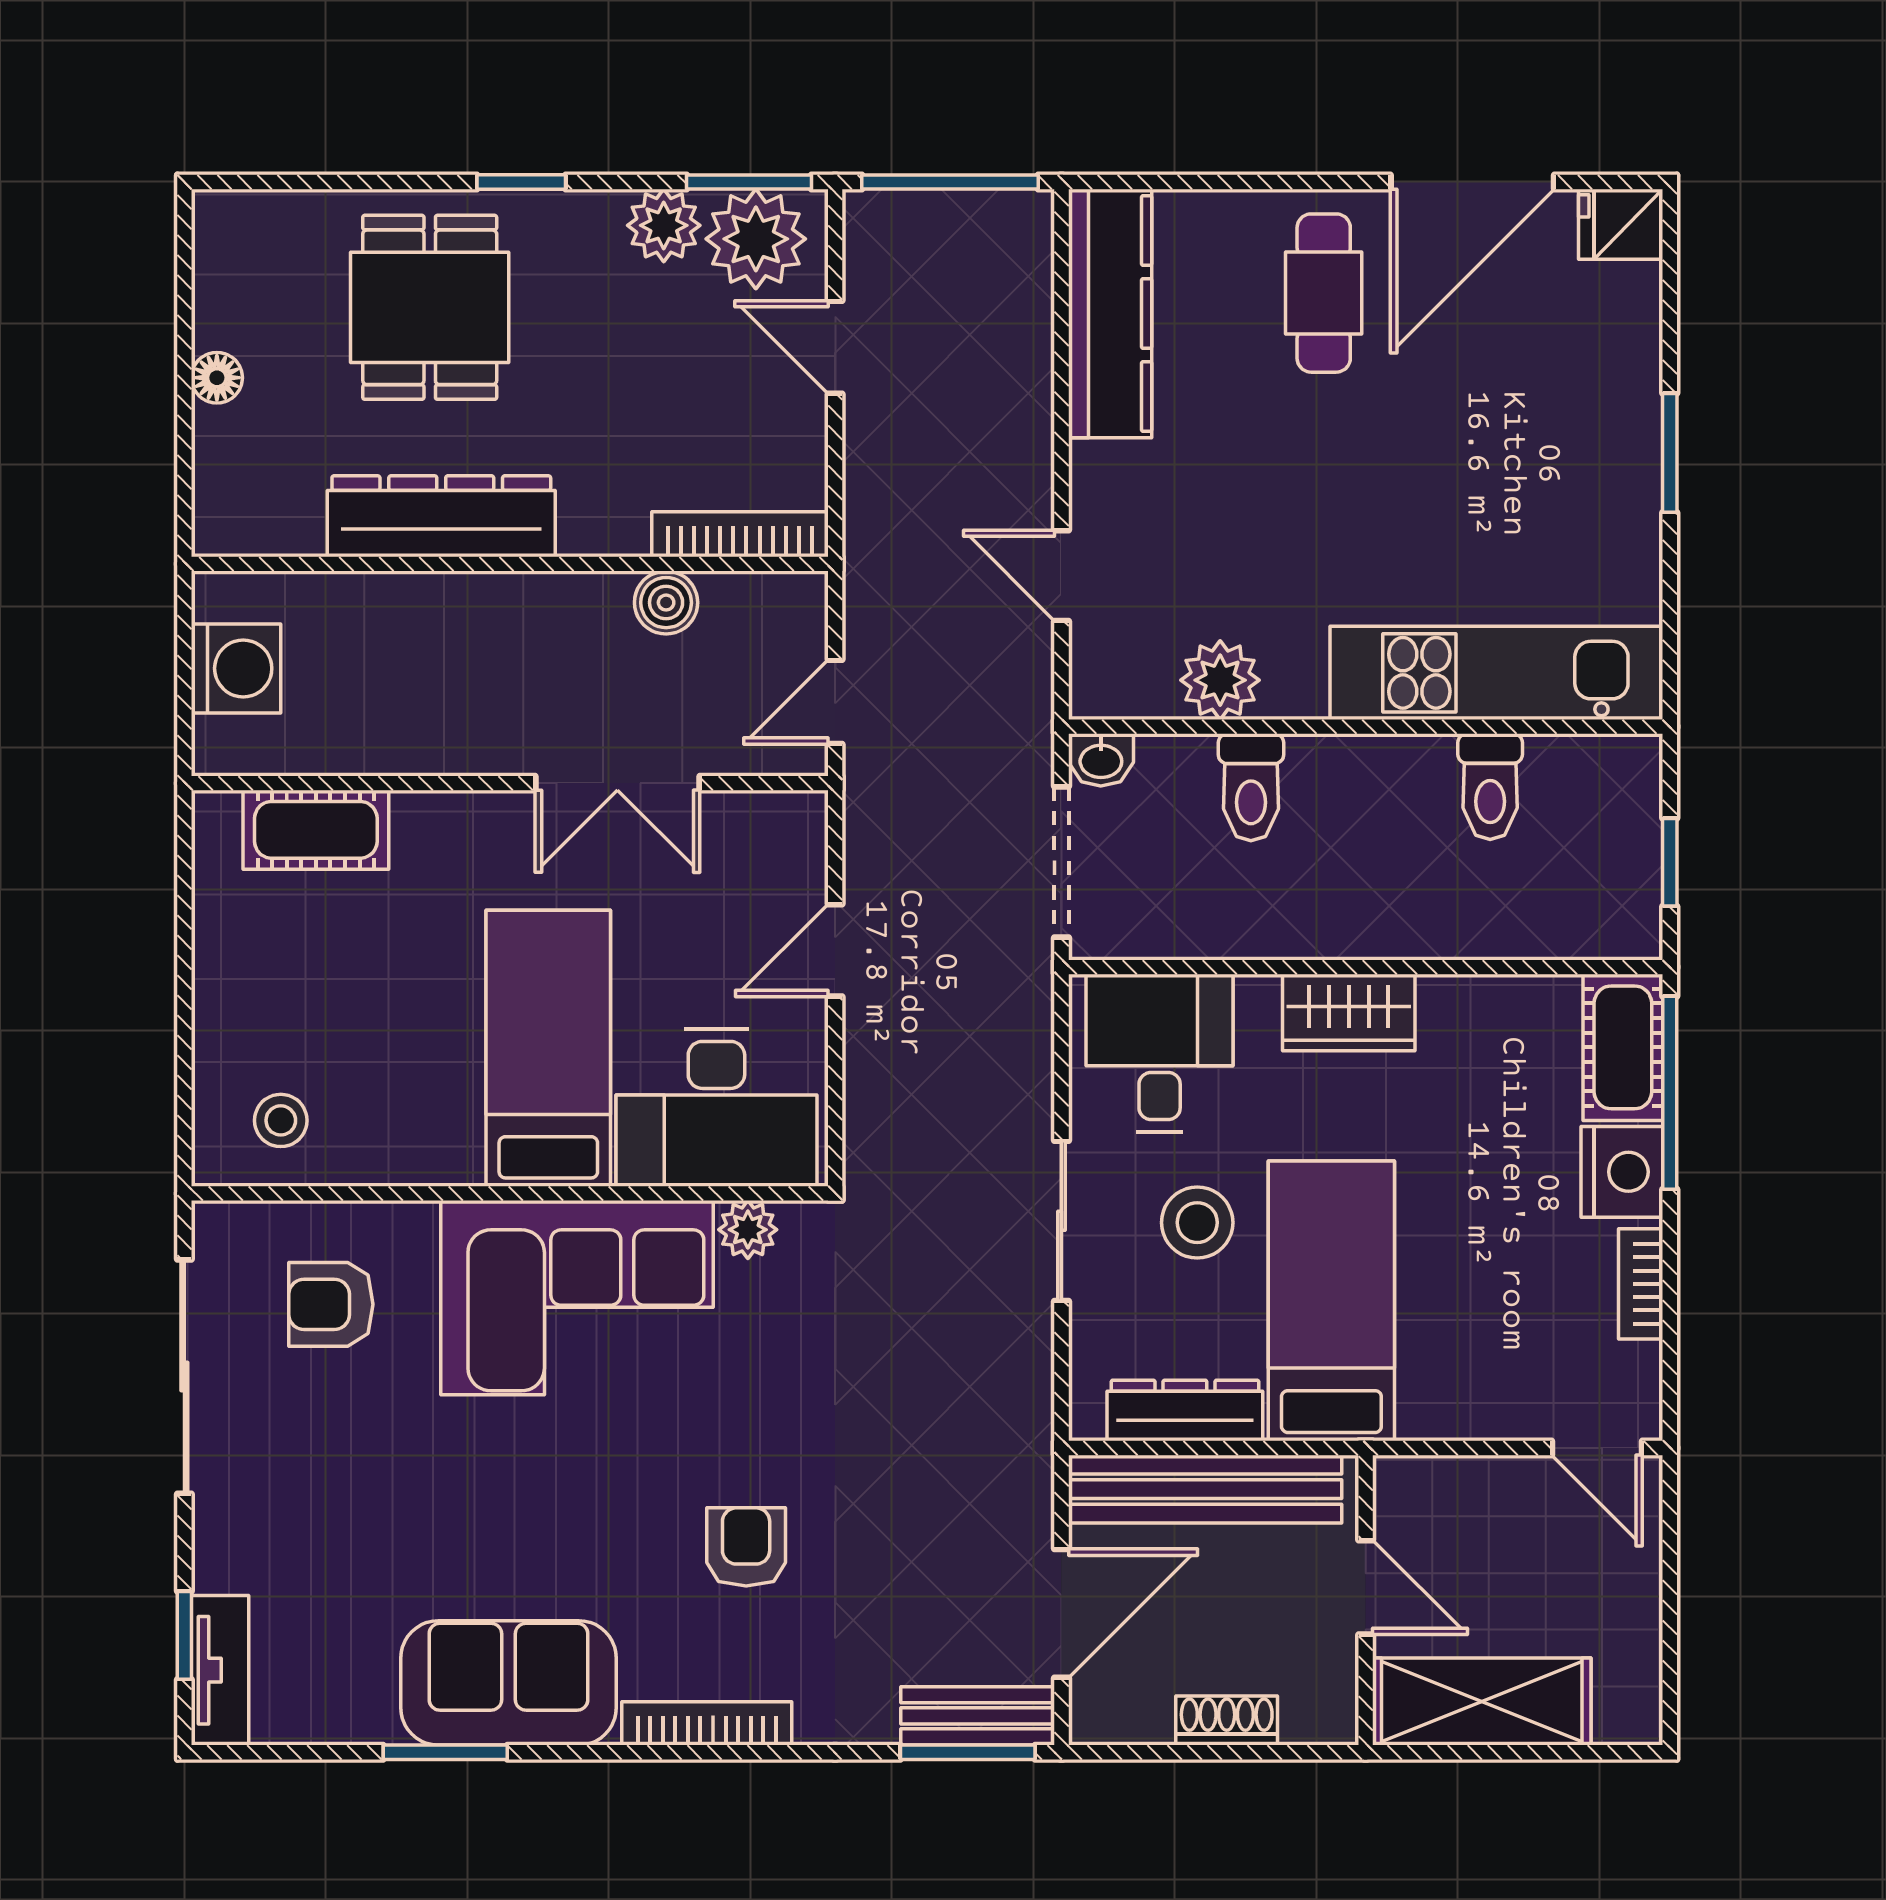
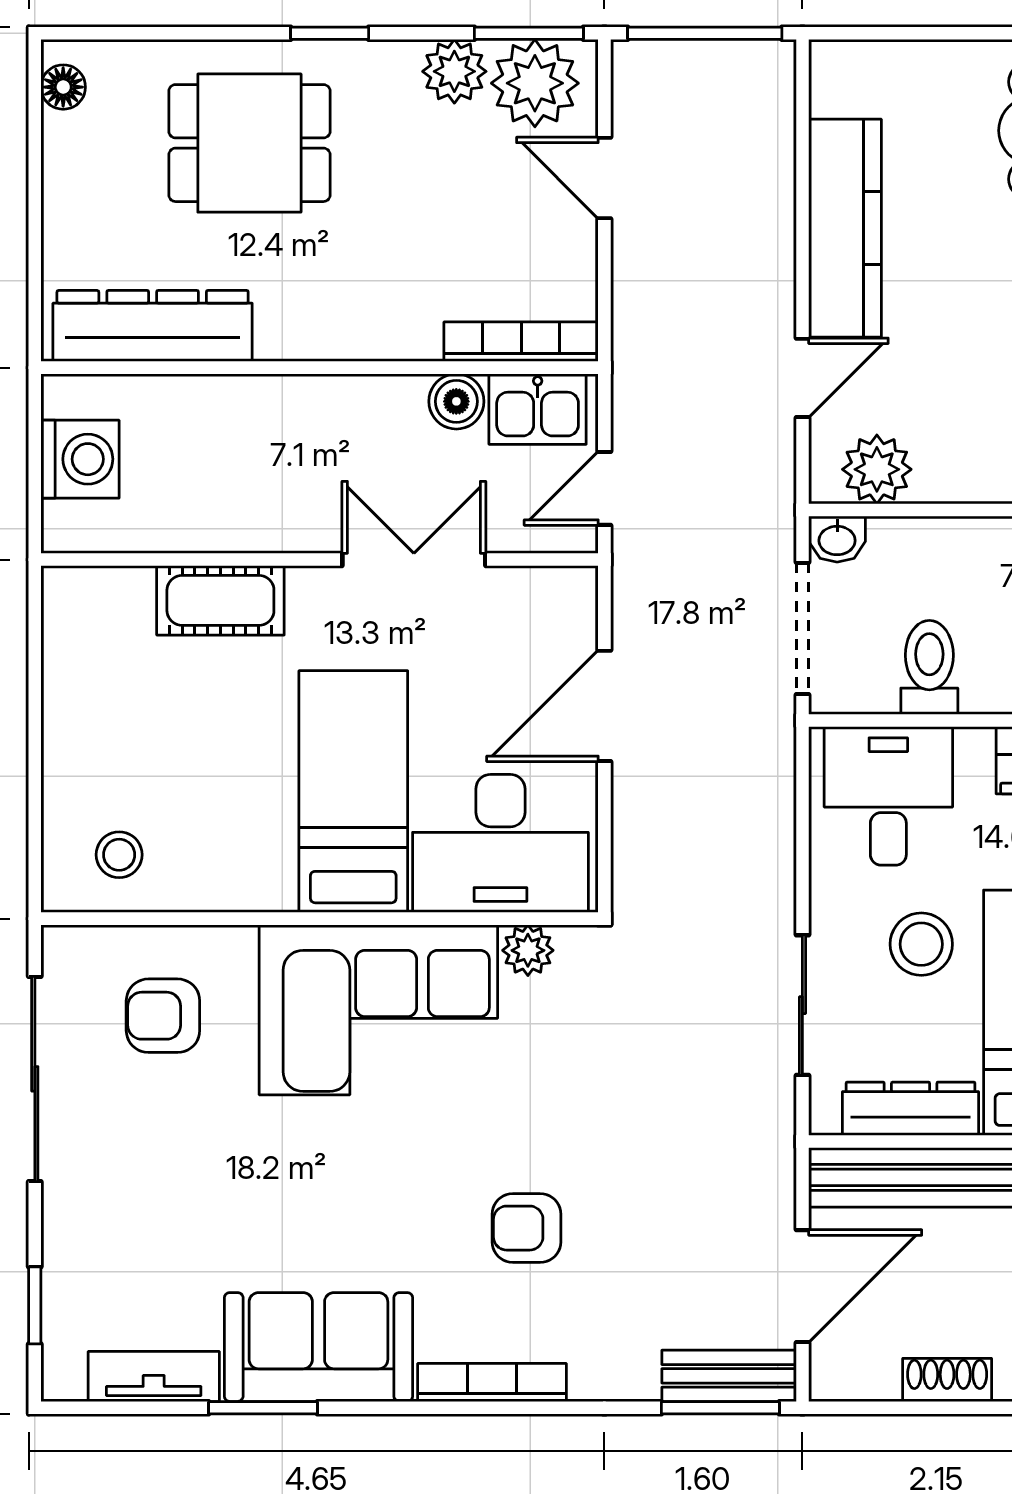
dining table: (430, 307) -> (249, 143), turned 90
kitchen counter: (1110, 313) -> (845, 228), moved
floor lamp: (217, 378) -> (63, 87), moved
dresser: (441, 516) -> (153, 326), moved
door: (1061, 576) -> (802, 378), swing flipped
kitchen sink: (759, 611) -> (538, 409), added
plant: (1220, 680) -> (877, 469), moved
double door: (617, 783) -> (414, 560), swing flipped
toilet: (1251, 787) -> (929, 667), moved, turned 180
cot: (316, 830) -> (220, 600), moved
door: (835, 950) -> (604, 706), width x1.38
sliding door: (1061, 1221) -> (802, 1005), moved
armchair: (746, 1547) -> (526, 1228), turned -90
tv unit: (220, 1670) -> (154, 1376), moved, turned -90

